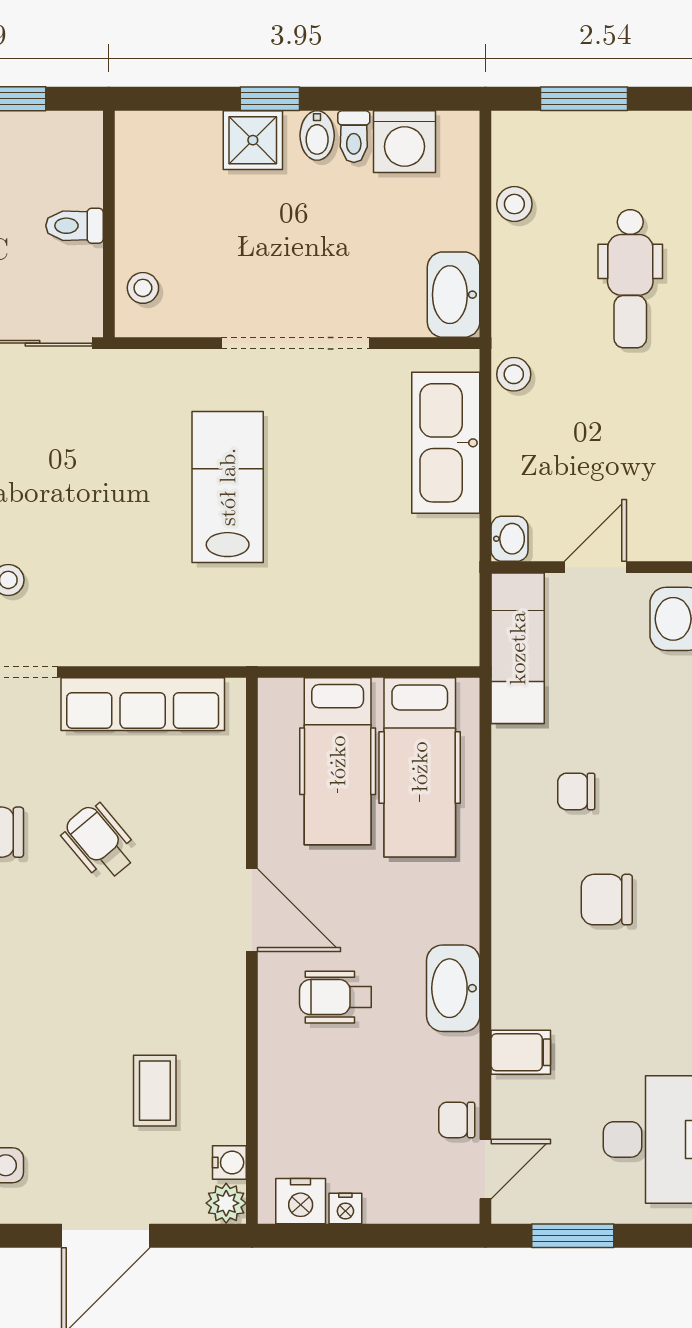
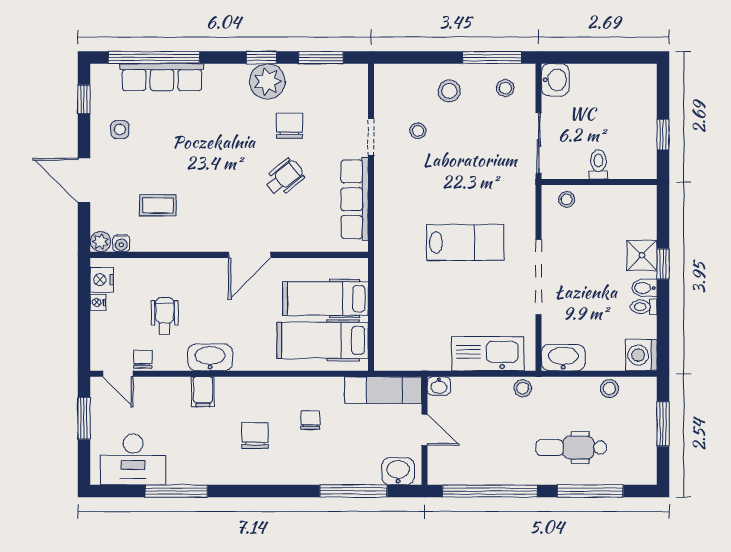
washing machine: (405, 142) -> (641, 355), moved
wheelchair: (336, 997) -> (165, 316), moved
filing cabinet: (521, 1052) -> (203, 392), moved

